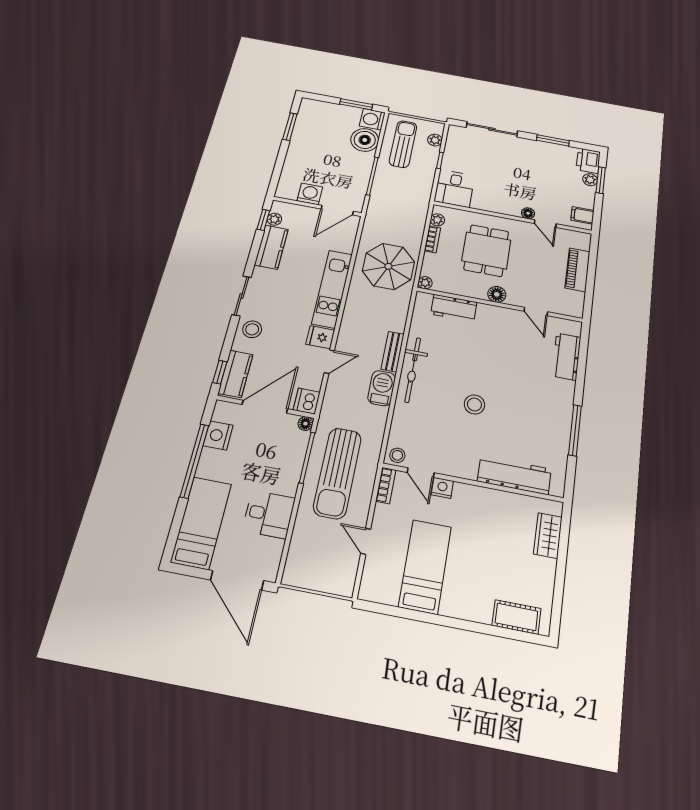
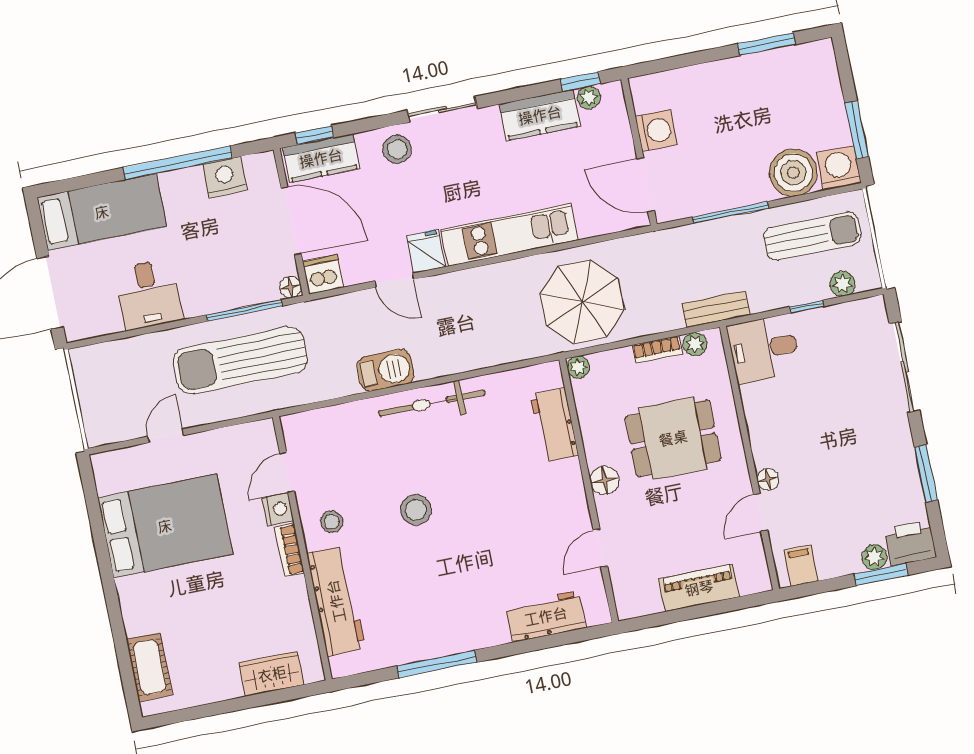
bench: (393, 352) -> (716, 309), moved
stool: (397, 455) -> (332, 522), moved
bookcase: (386, 485) -> (289, 550), moved, turned 90
bed: (425, 566) -> (165, 526), width x1.50

